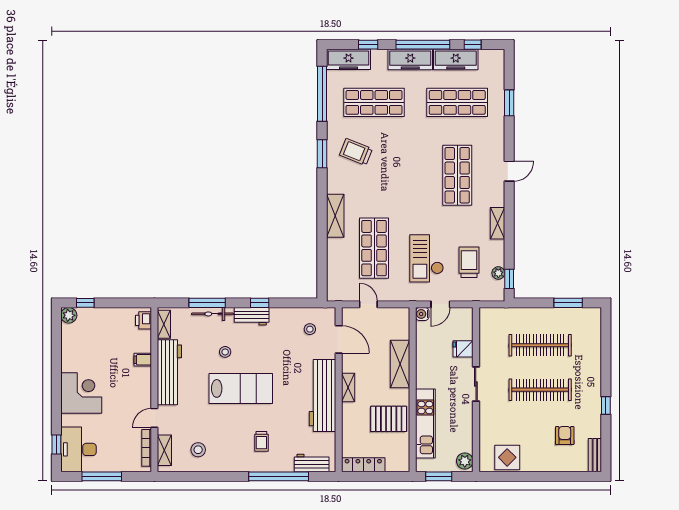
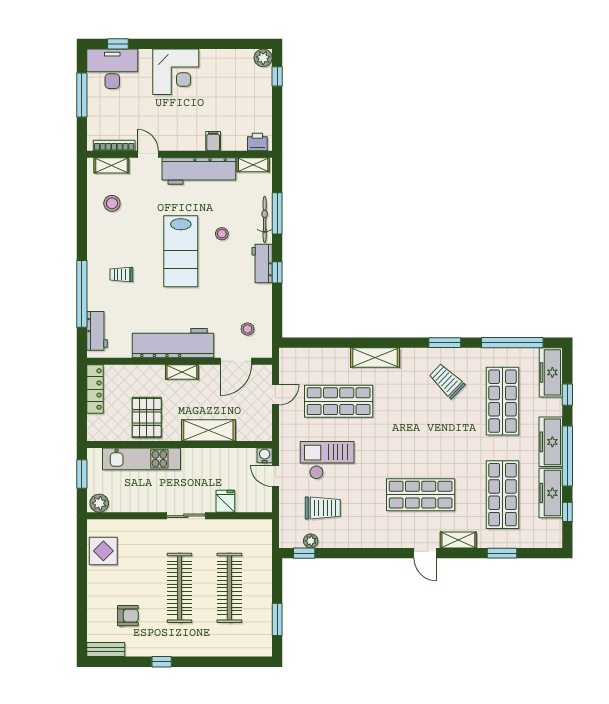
trolley: (356, 152) -> (447, 381), turned -68
shelving: (498, 223) -> (458, 540), moved

